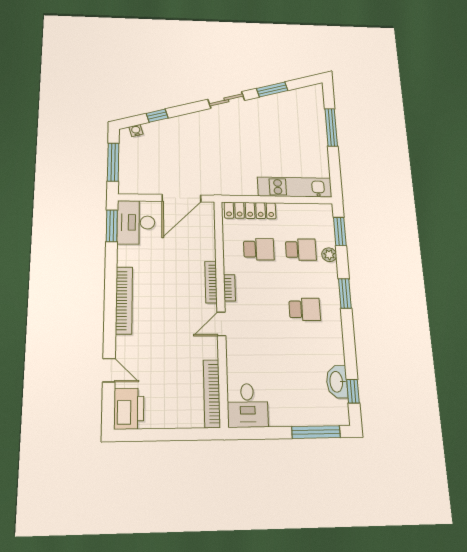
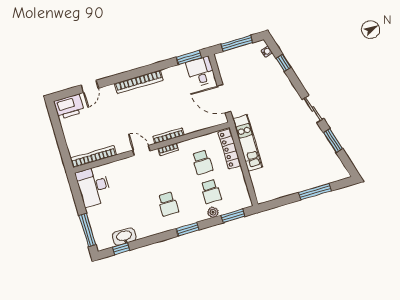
kitchen unit: (295, 187) -> (248, 143), moved
desk: (136, 222) -> (201, 72), width x0.73
desk: (247, 405) -> (94, 186), width x1.37

